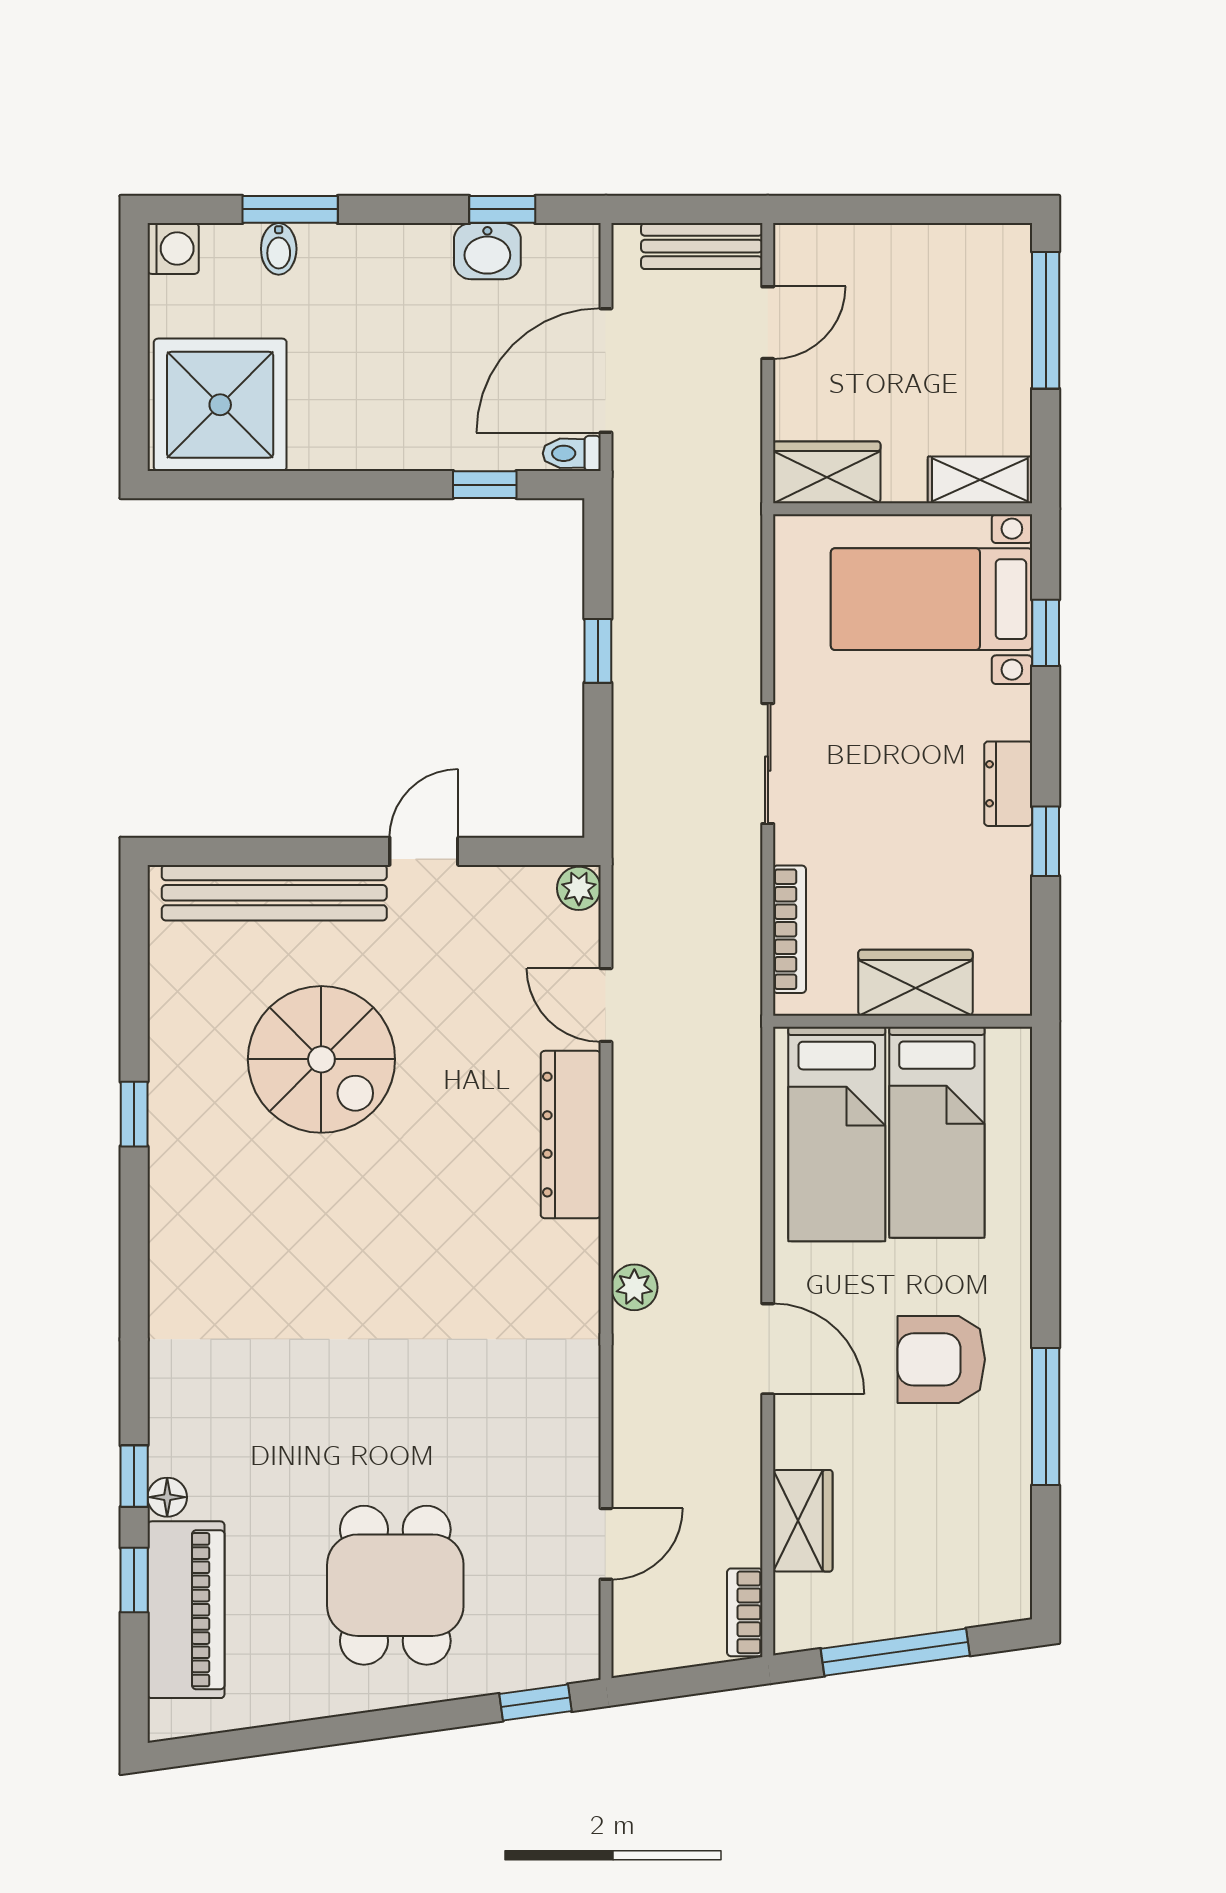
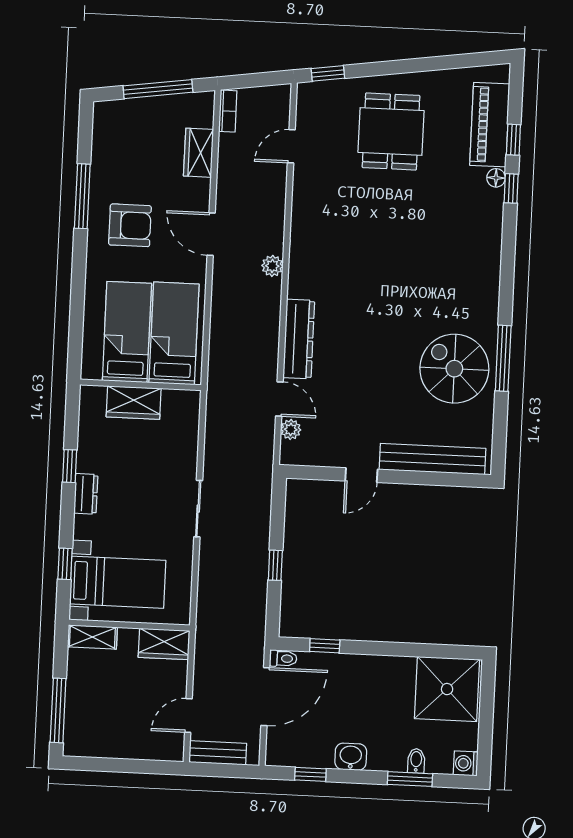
washbasin: (487, 251) -> (351, 757), moved
plant: (579, 888) -> (291, 429), moved
bookcase: (789, 929) -> (192, 430), removed
spiral stairs: (321, 1059) -> (454, 369), moved
window: (134, 1114) -> (503, 358), width x2.17

